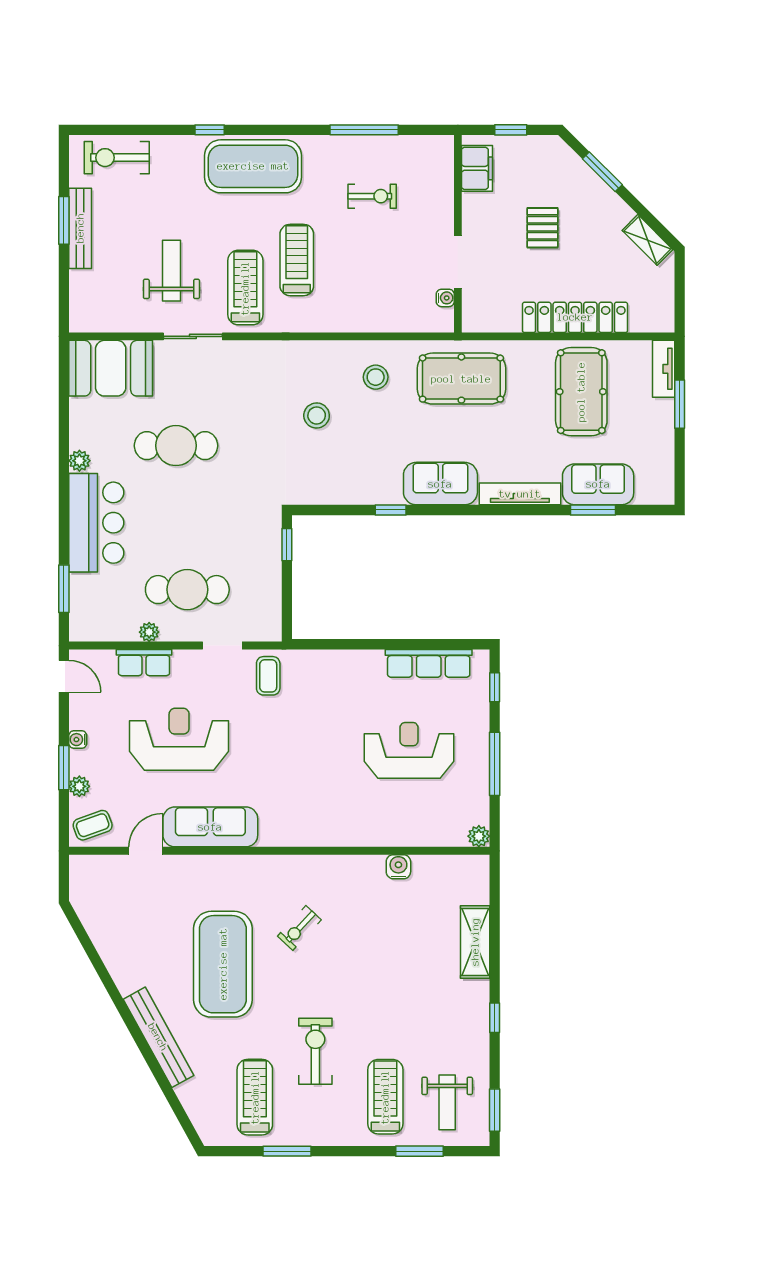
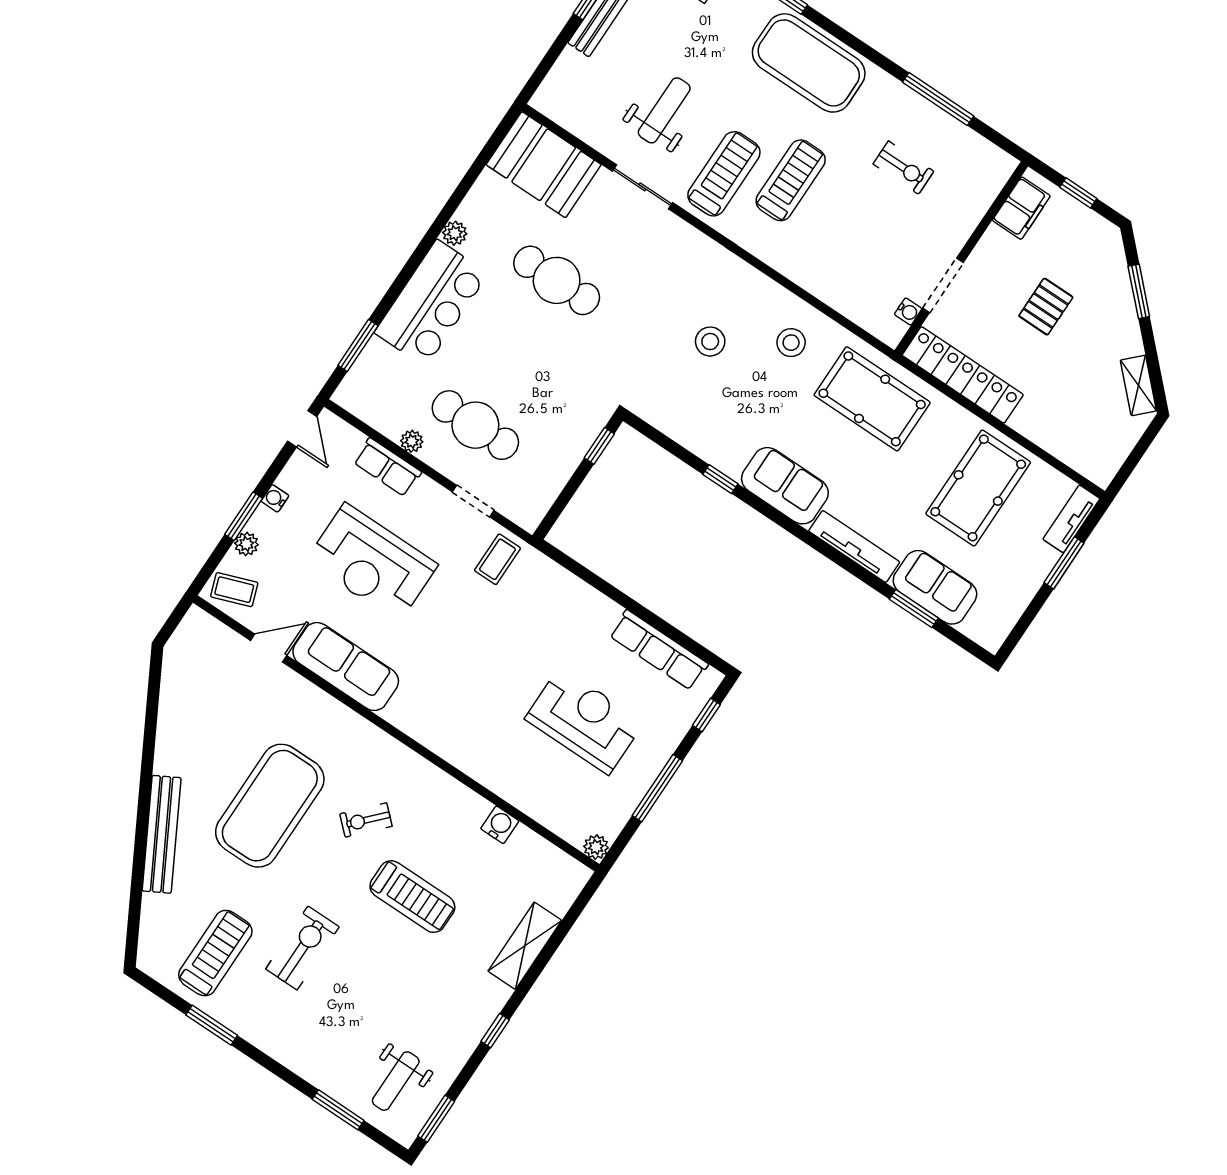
locker: (575, 317) -> (963, 375), moved
reception desk: (179, 739) -> (372, 563), turned 180
treadmill: (385, 1097) -> (412, 897), moved, turned 90

